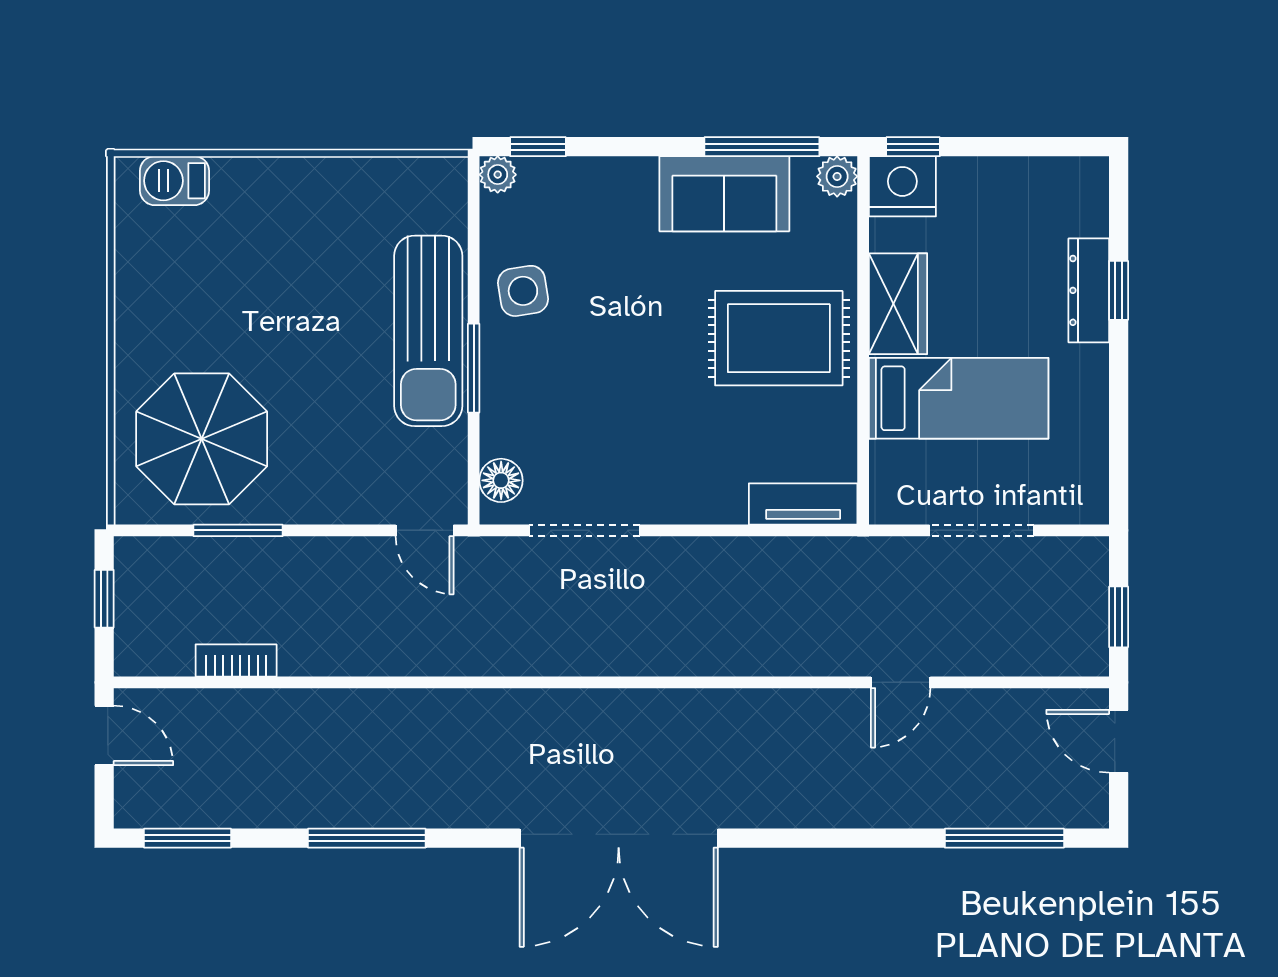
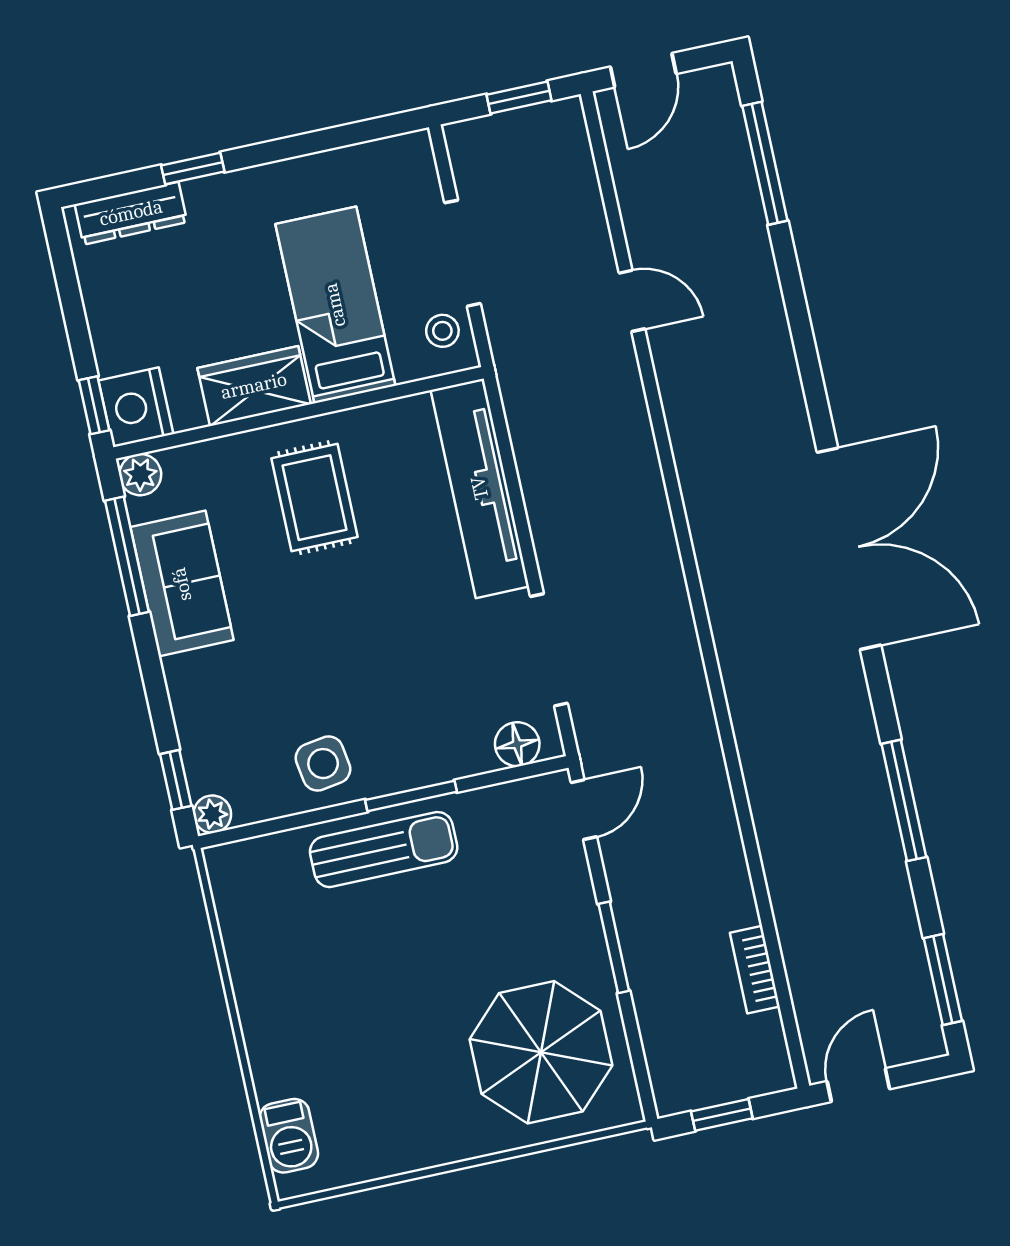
dresser: (1089, 290) -> (131, 213), moved
sun lounger: (428, 331) -> (384, 850), width x0.73, depth x0.75
rug: (779, 338) -> (315, 498), width x0.73, depth x0.70
stool: (912, 495) -> (442, 331), added
tv unit: (803, 504) -> (480, 488), width x1.92, depth x1.29
window: (238, 530) -> (614, 947), moved

